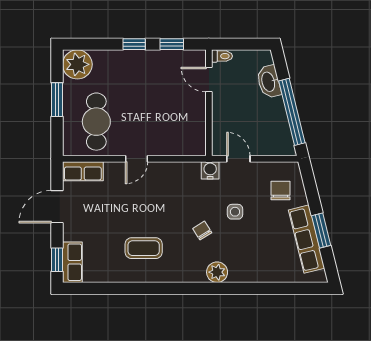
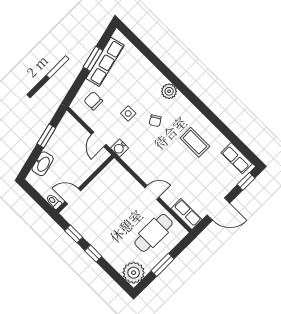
door: (209, 80) -> (73, 196), swing flipped
window: (292, 112) -> (46, 136), width x0.47
chair: (280, 190) -> (93, 101), turned 90
row of seats: (72, 262) -> (237, 158), moved, turned -90

